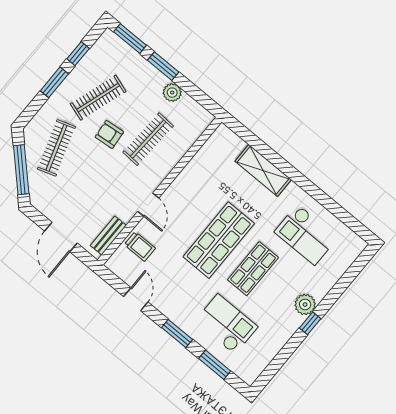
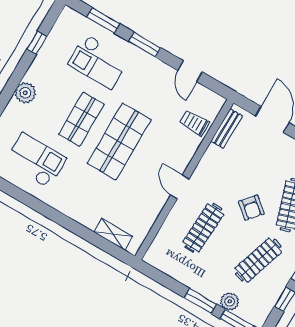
plant: (172, 93) -> (230, 301), moved
armchair: (109, 134) -> (251, 208), moved, turned 46
shelving: (263, 170) -> (113, 234), moved, width x0.67, depth x0.75
door: (148, 205) -> (180, 187), moved
window: (310, 323) -> (37, 43), moved

